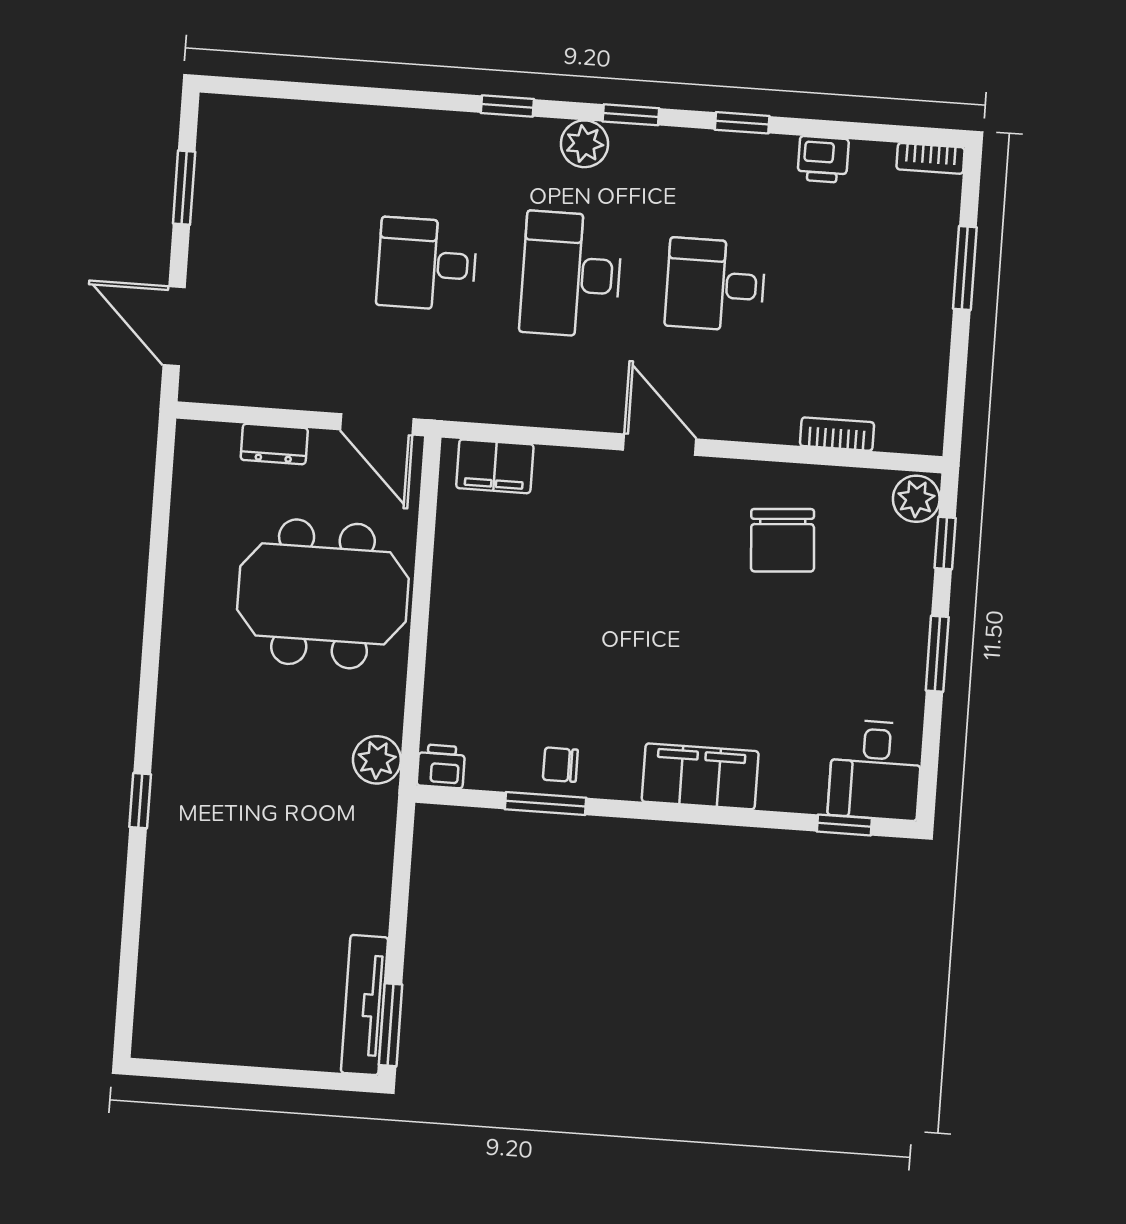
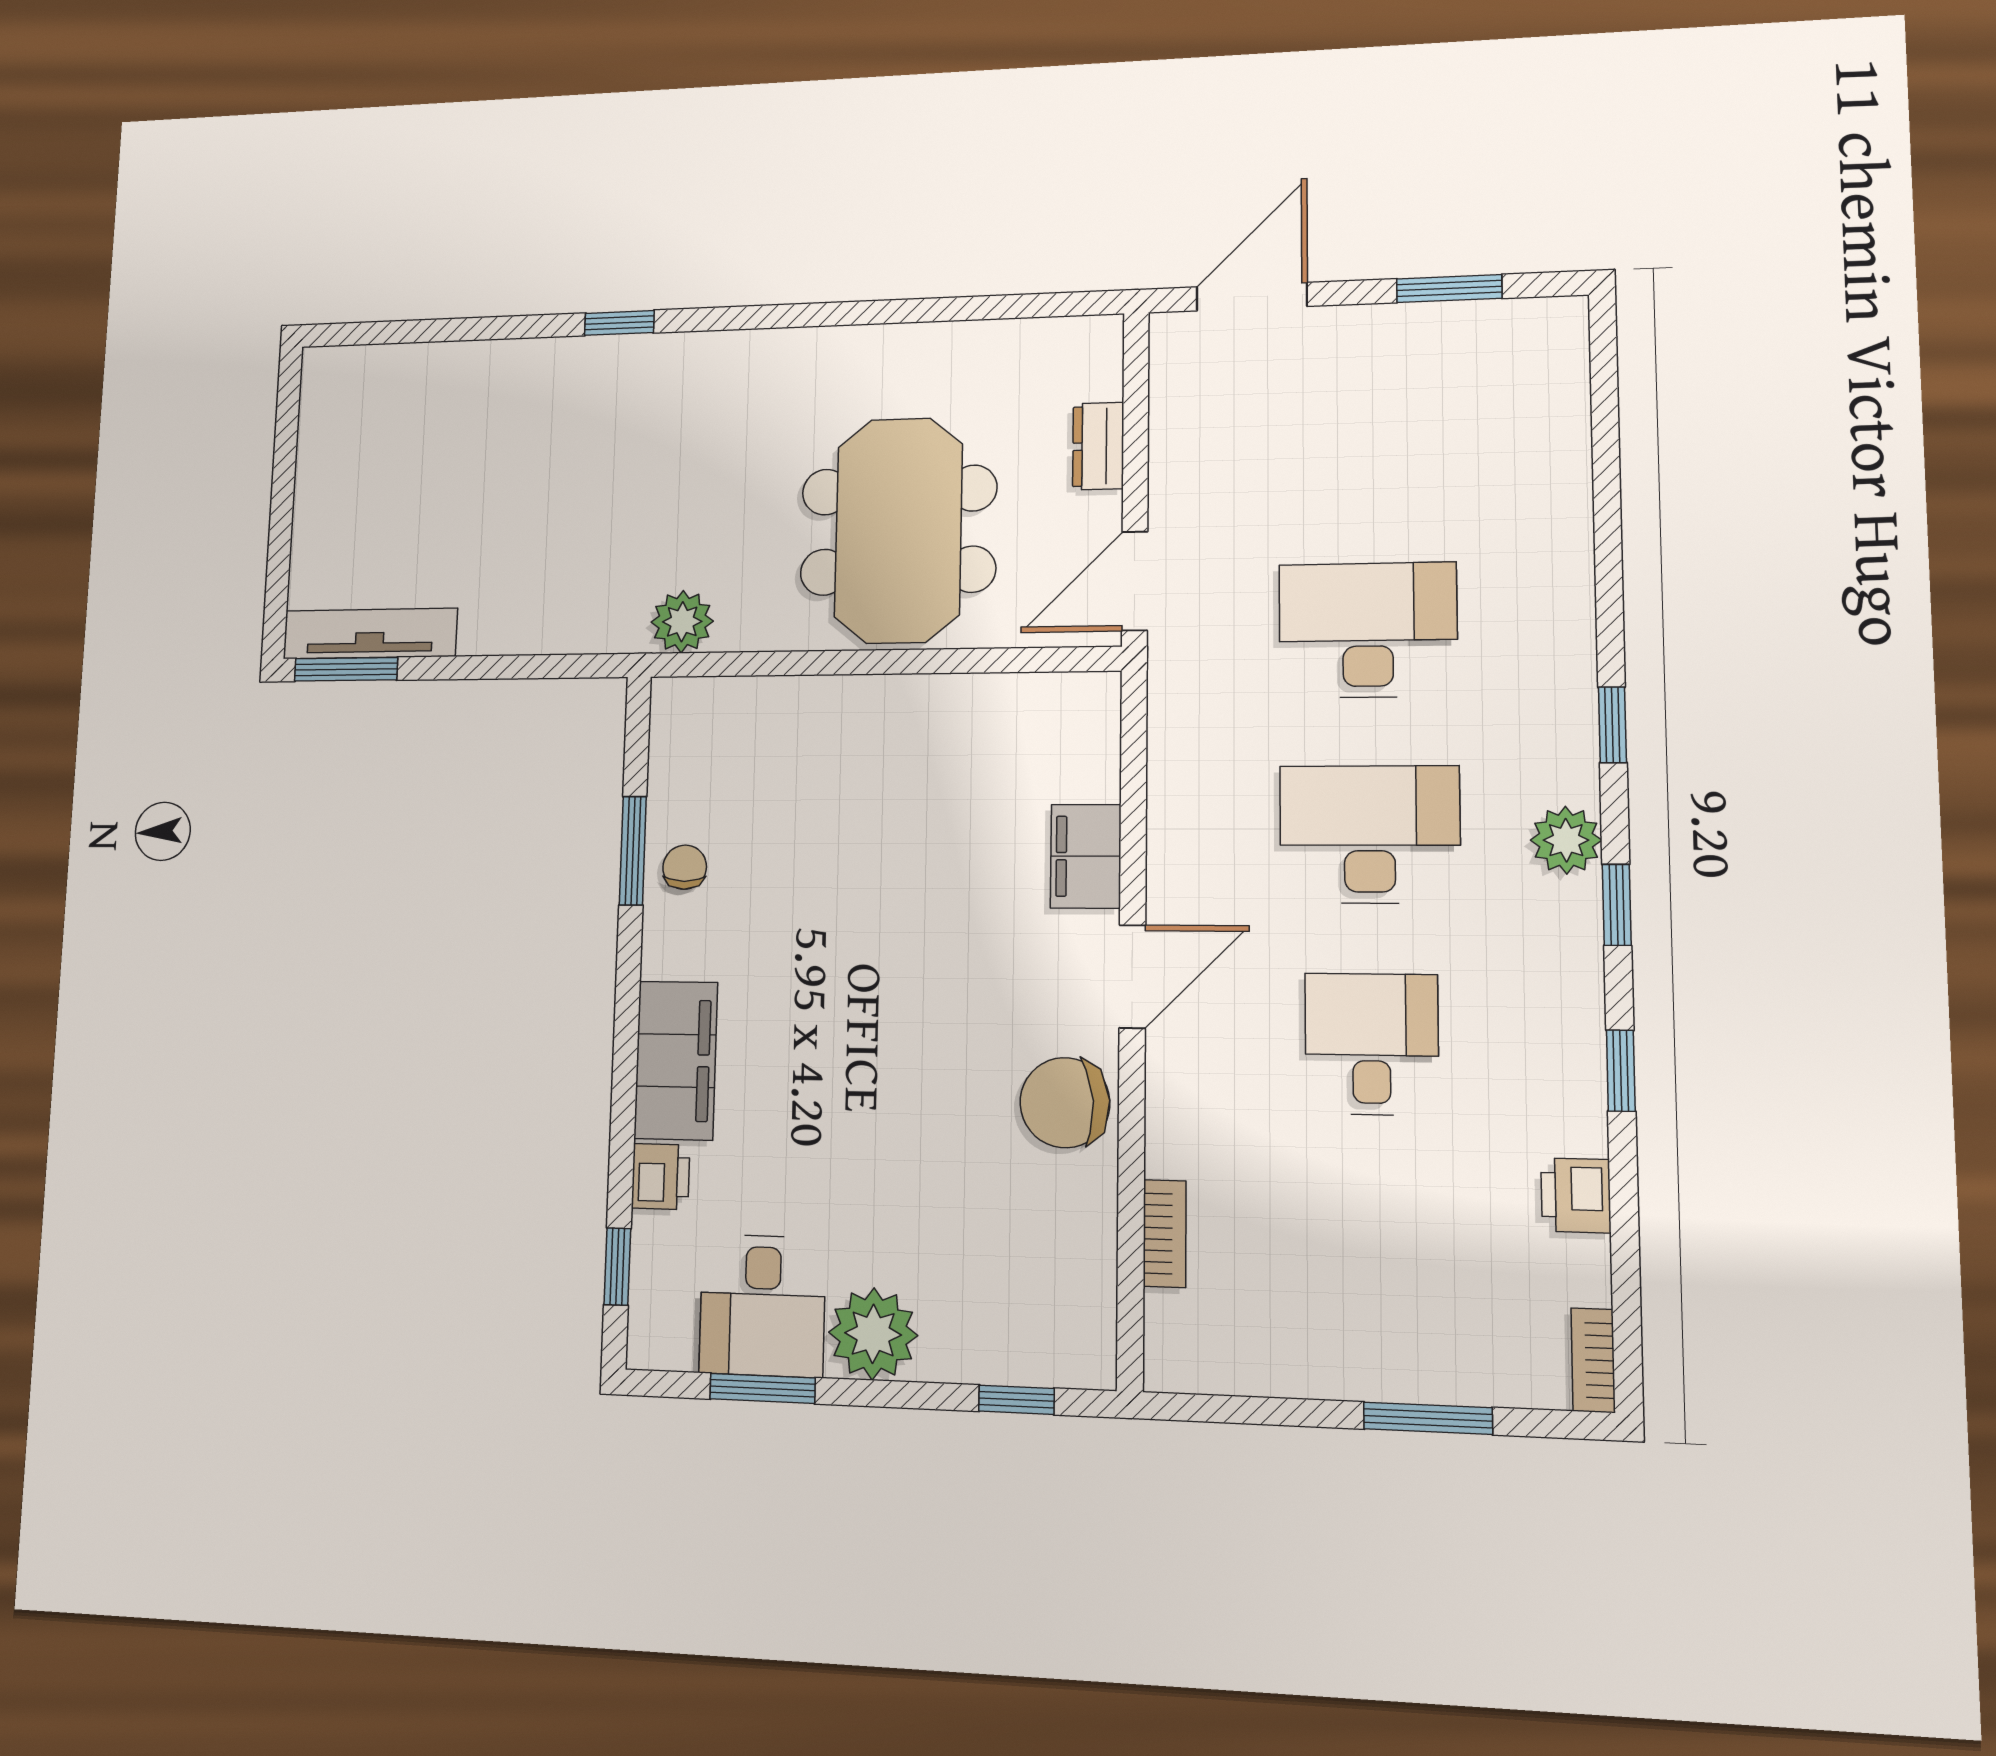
desk: (427, 264) -> (1368, 630), width x1.37
filing cabinet: (495, 466) -> (1086, 856), moved
plant: (916, 499) -> (873, 1334), moved, width x1.36, depth x1.36
chair: (783, 540) -> (1065, 1103), moved
window: (937, 654) -> (762, 1388), moved
printer: (441, 766) -> (660, 1177), moved
desk: (875, 770) -> (762, 1306), moved, turned -90

